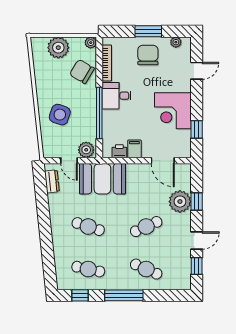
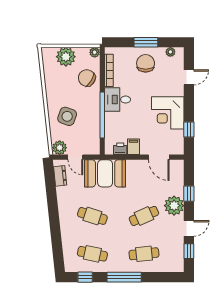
plant: (86, 150) -> (60, 148), moved
plant: (180, 202) -> (174, 206), moved
cafe table: (146, 269) -> (144, 254), turned -30

